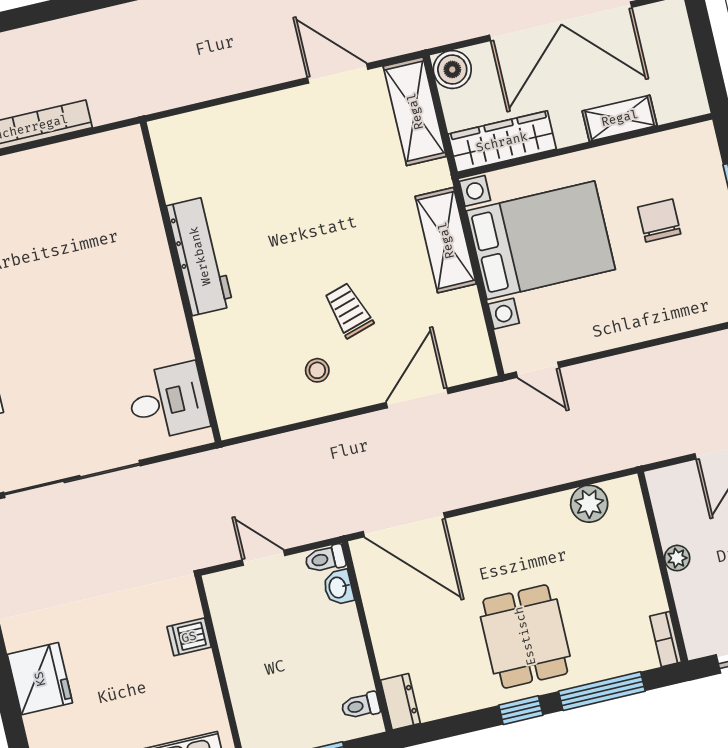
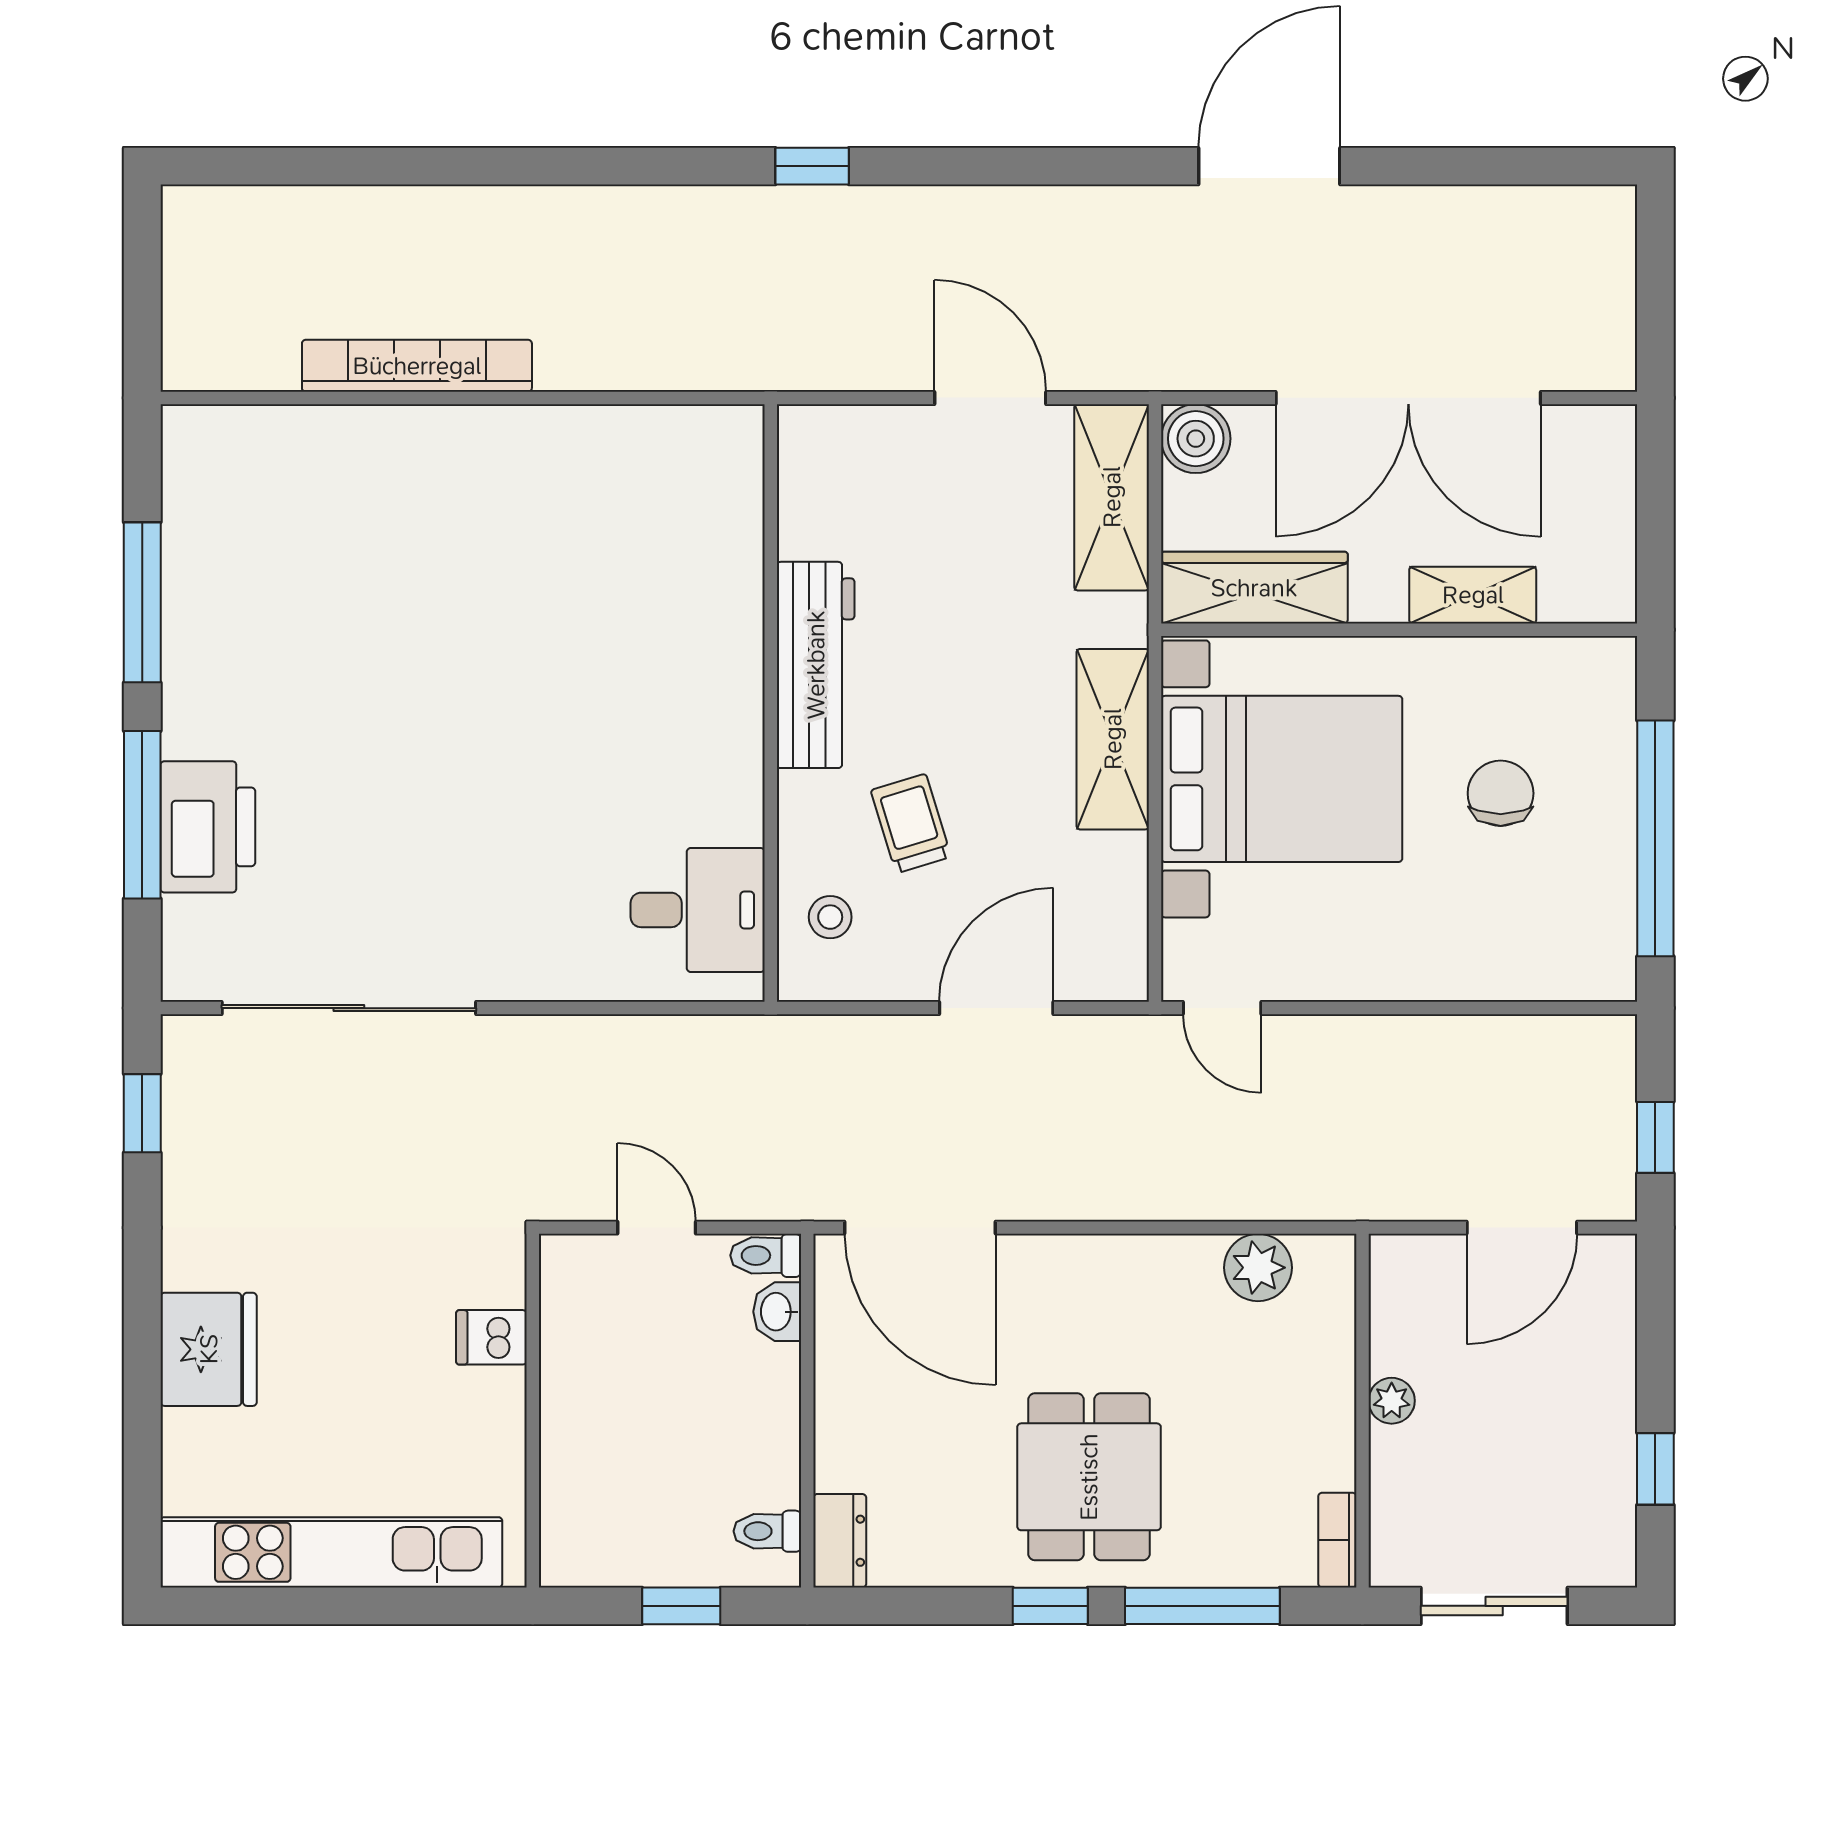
workbench: (200, 256) -> (816, 665), moved
wall: (181, 282) -> (771, 703), moved
desk: (168, 401) -> (698, 910), moved

